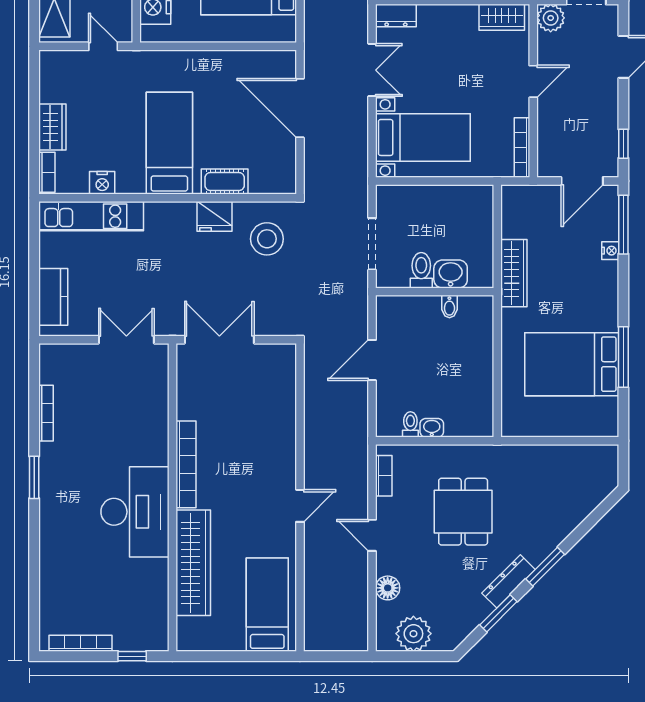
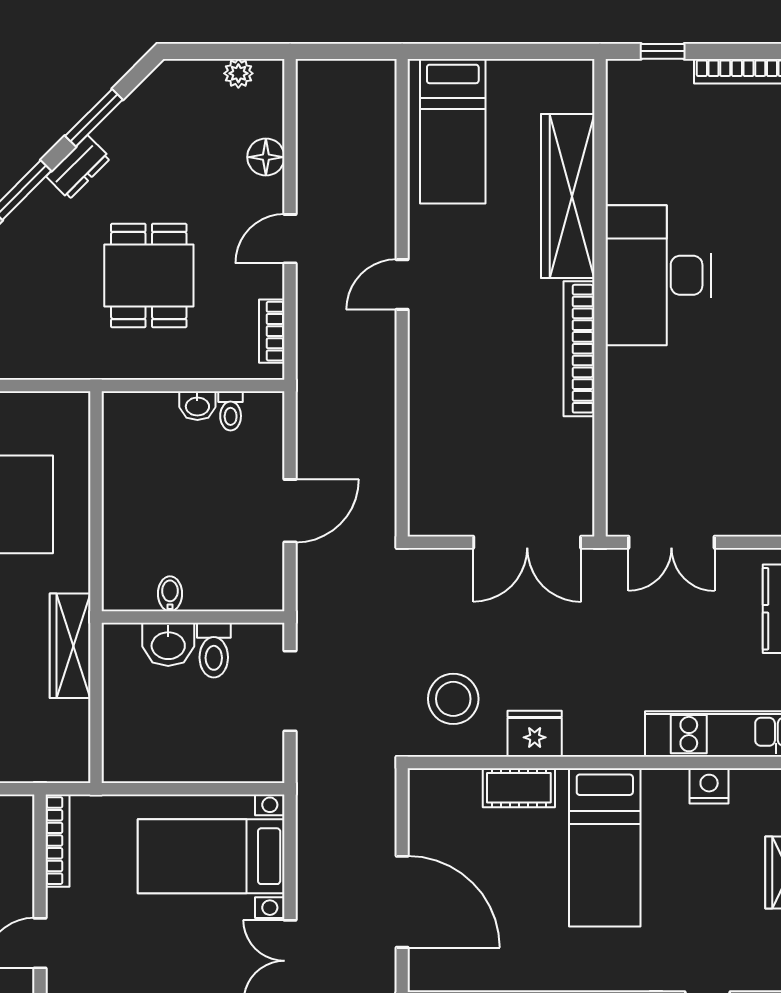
door: (372, 535) -> (290, 239), swing flipped
dresser: (509, 581) -> (78, 167), width x0.70
plant: (413, 634) -> (238, 73), width x0.53, depth x0.53

